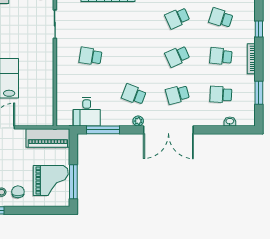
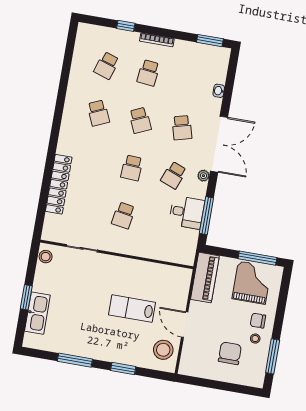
window: (259, 93) -> (210, 41), moved
school desk: (221, 95) -> (132, 168), moved
desk: (87, 112) -> (187, 212), moved
washbasin: (230, 121) -> (219, 91), moved

